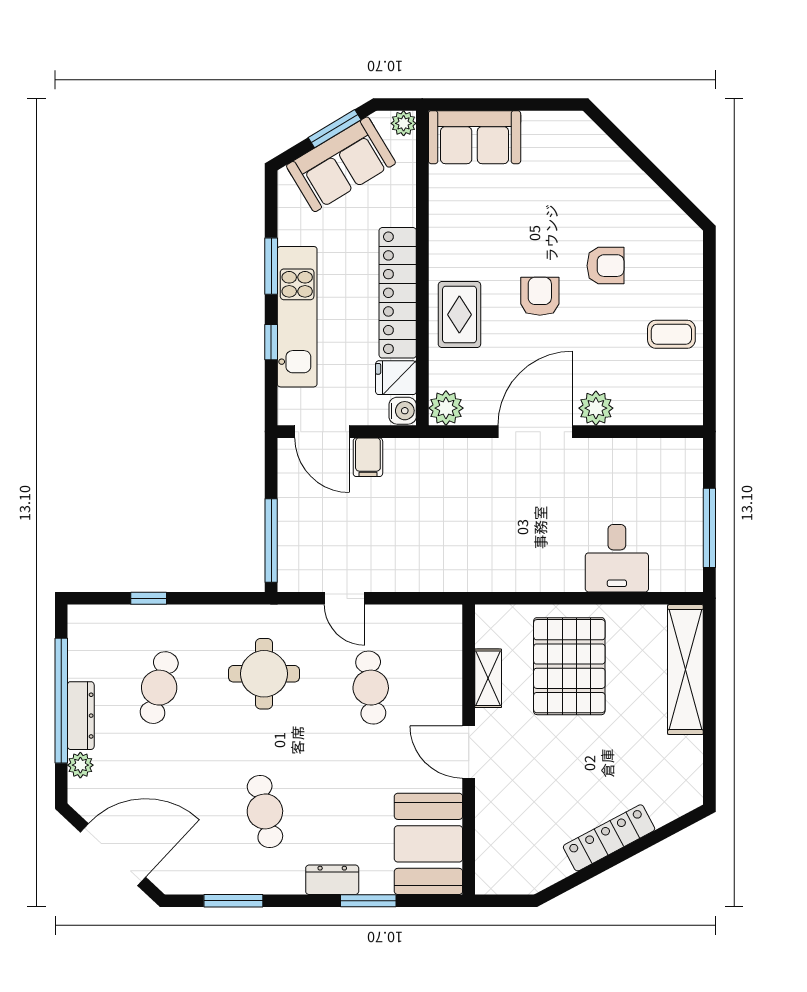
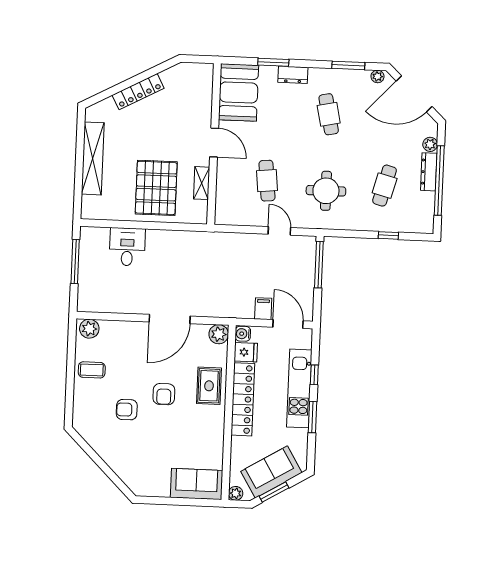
plant: (596, 408) -> (89, 329), moved
shelving: (685, 670) -> (93, 158), moved
plant: (180, 883) -> (377, 76), added

